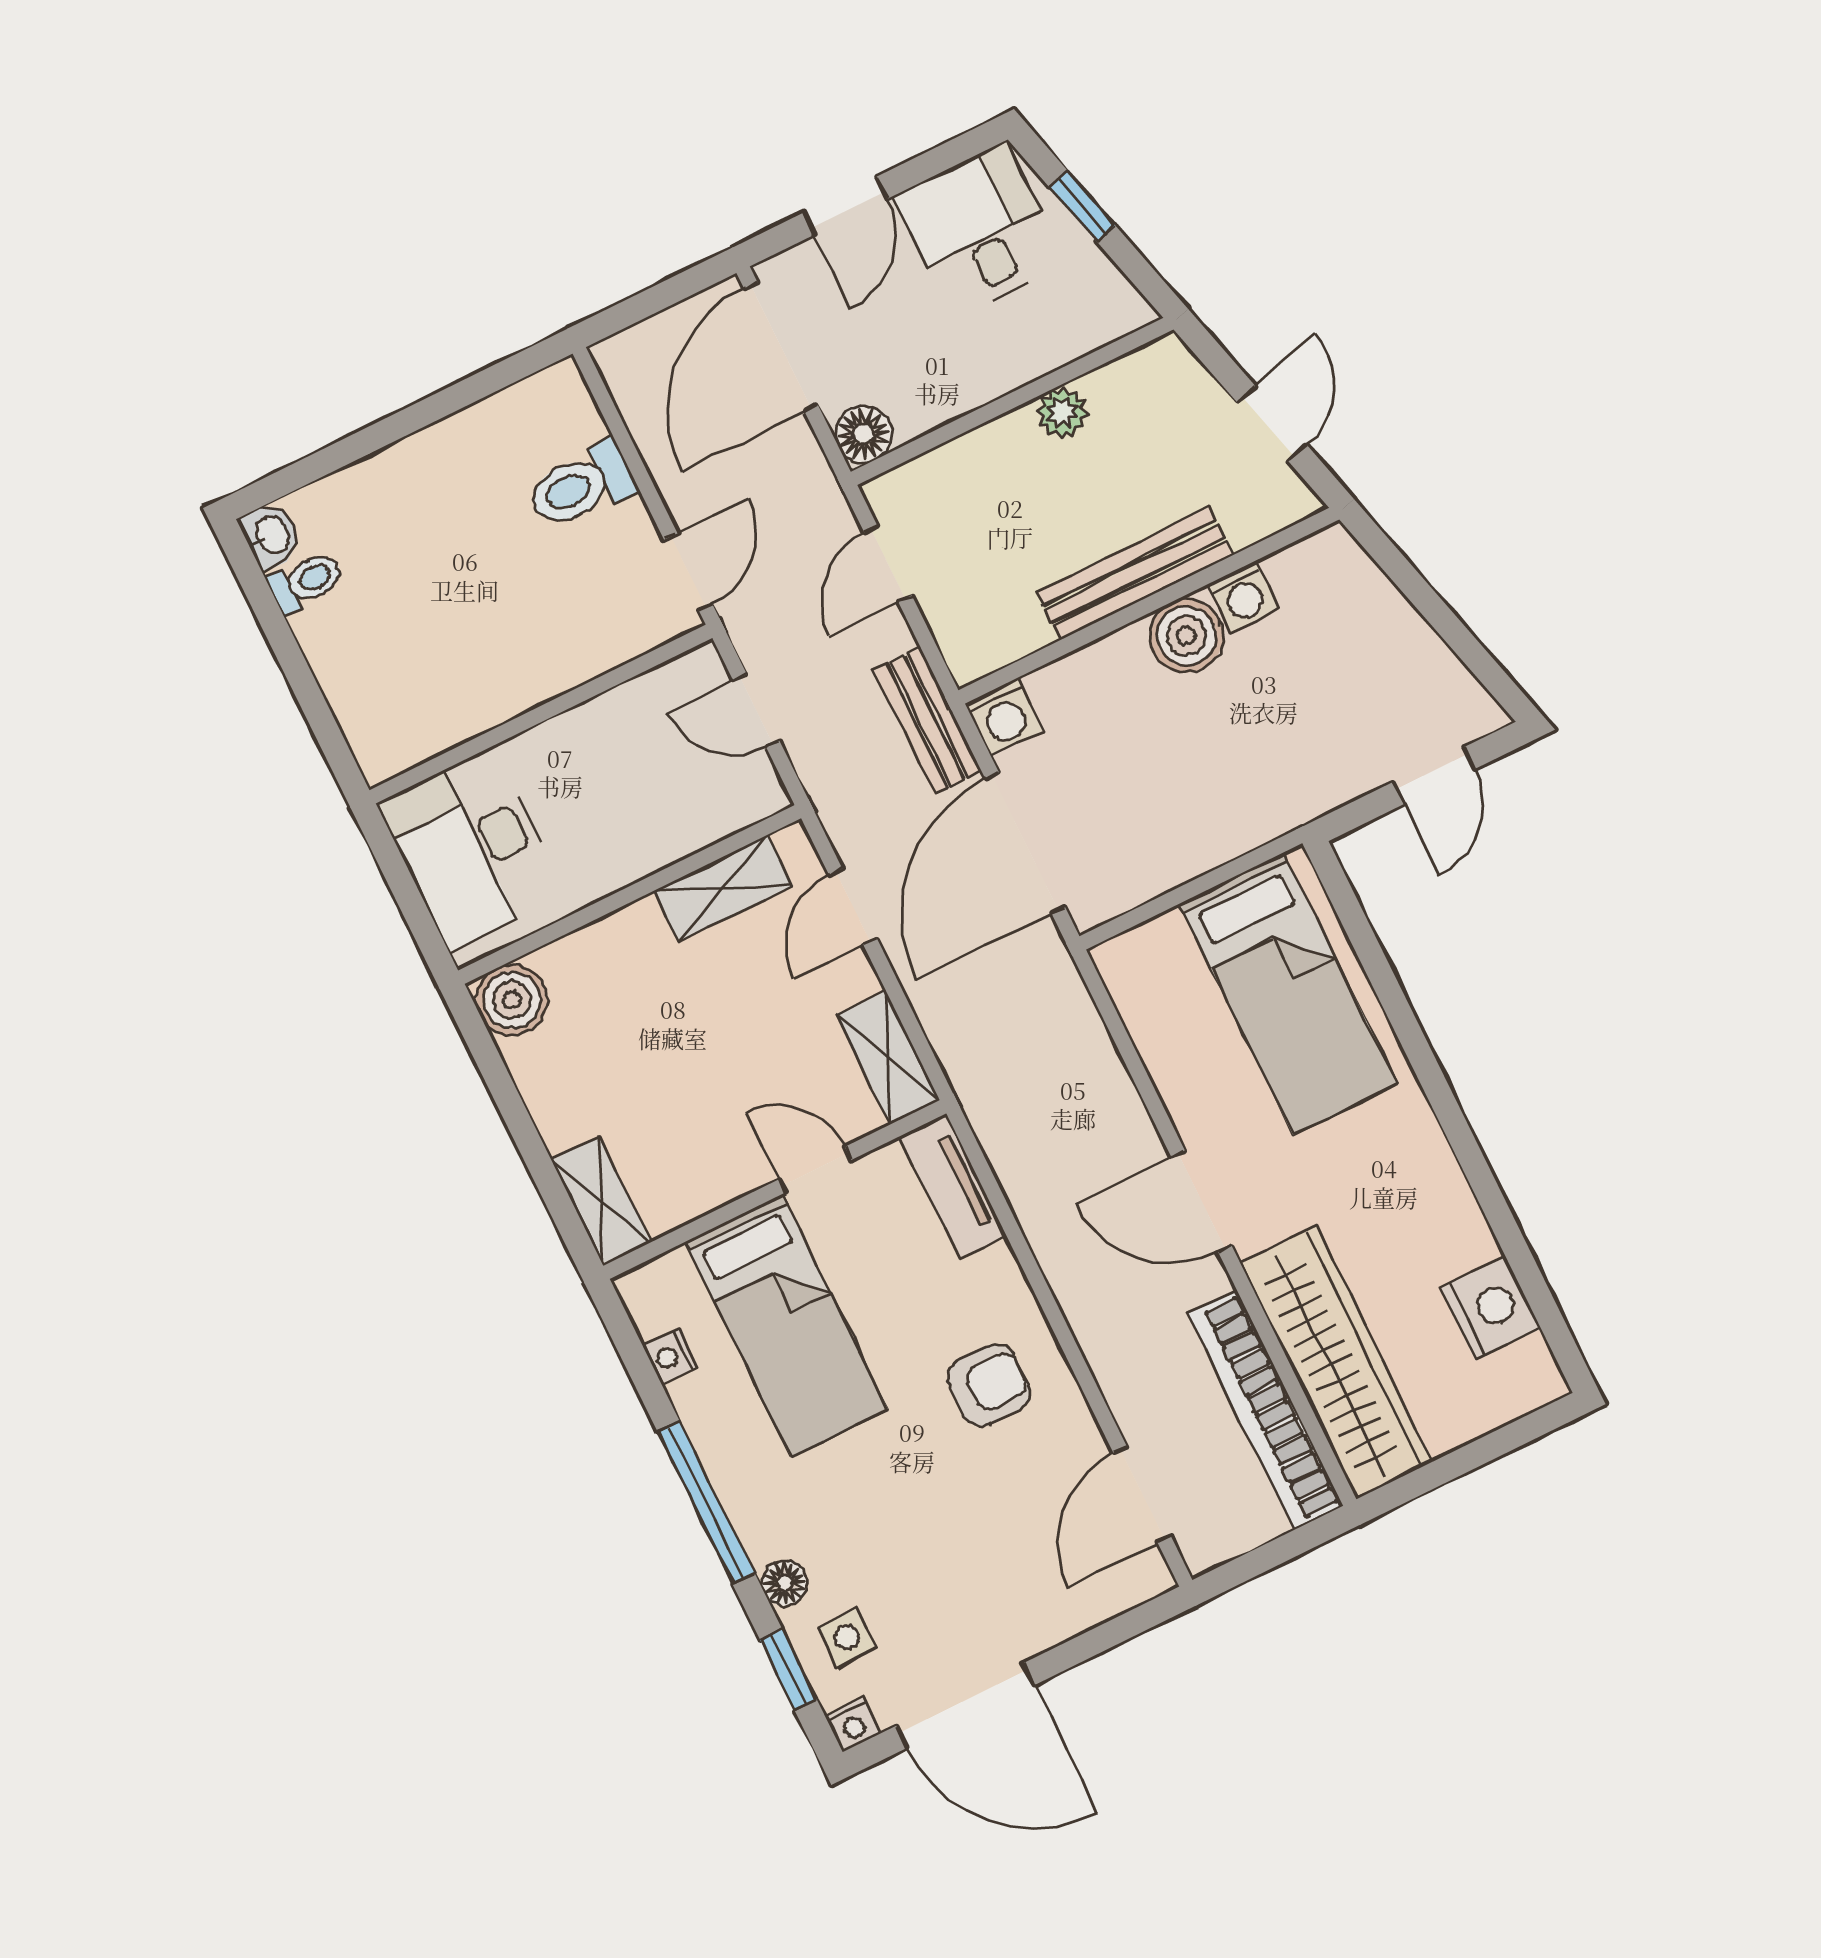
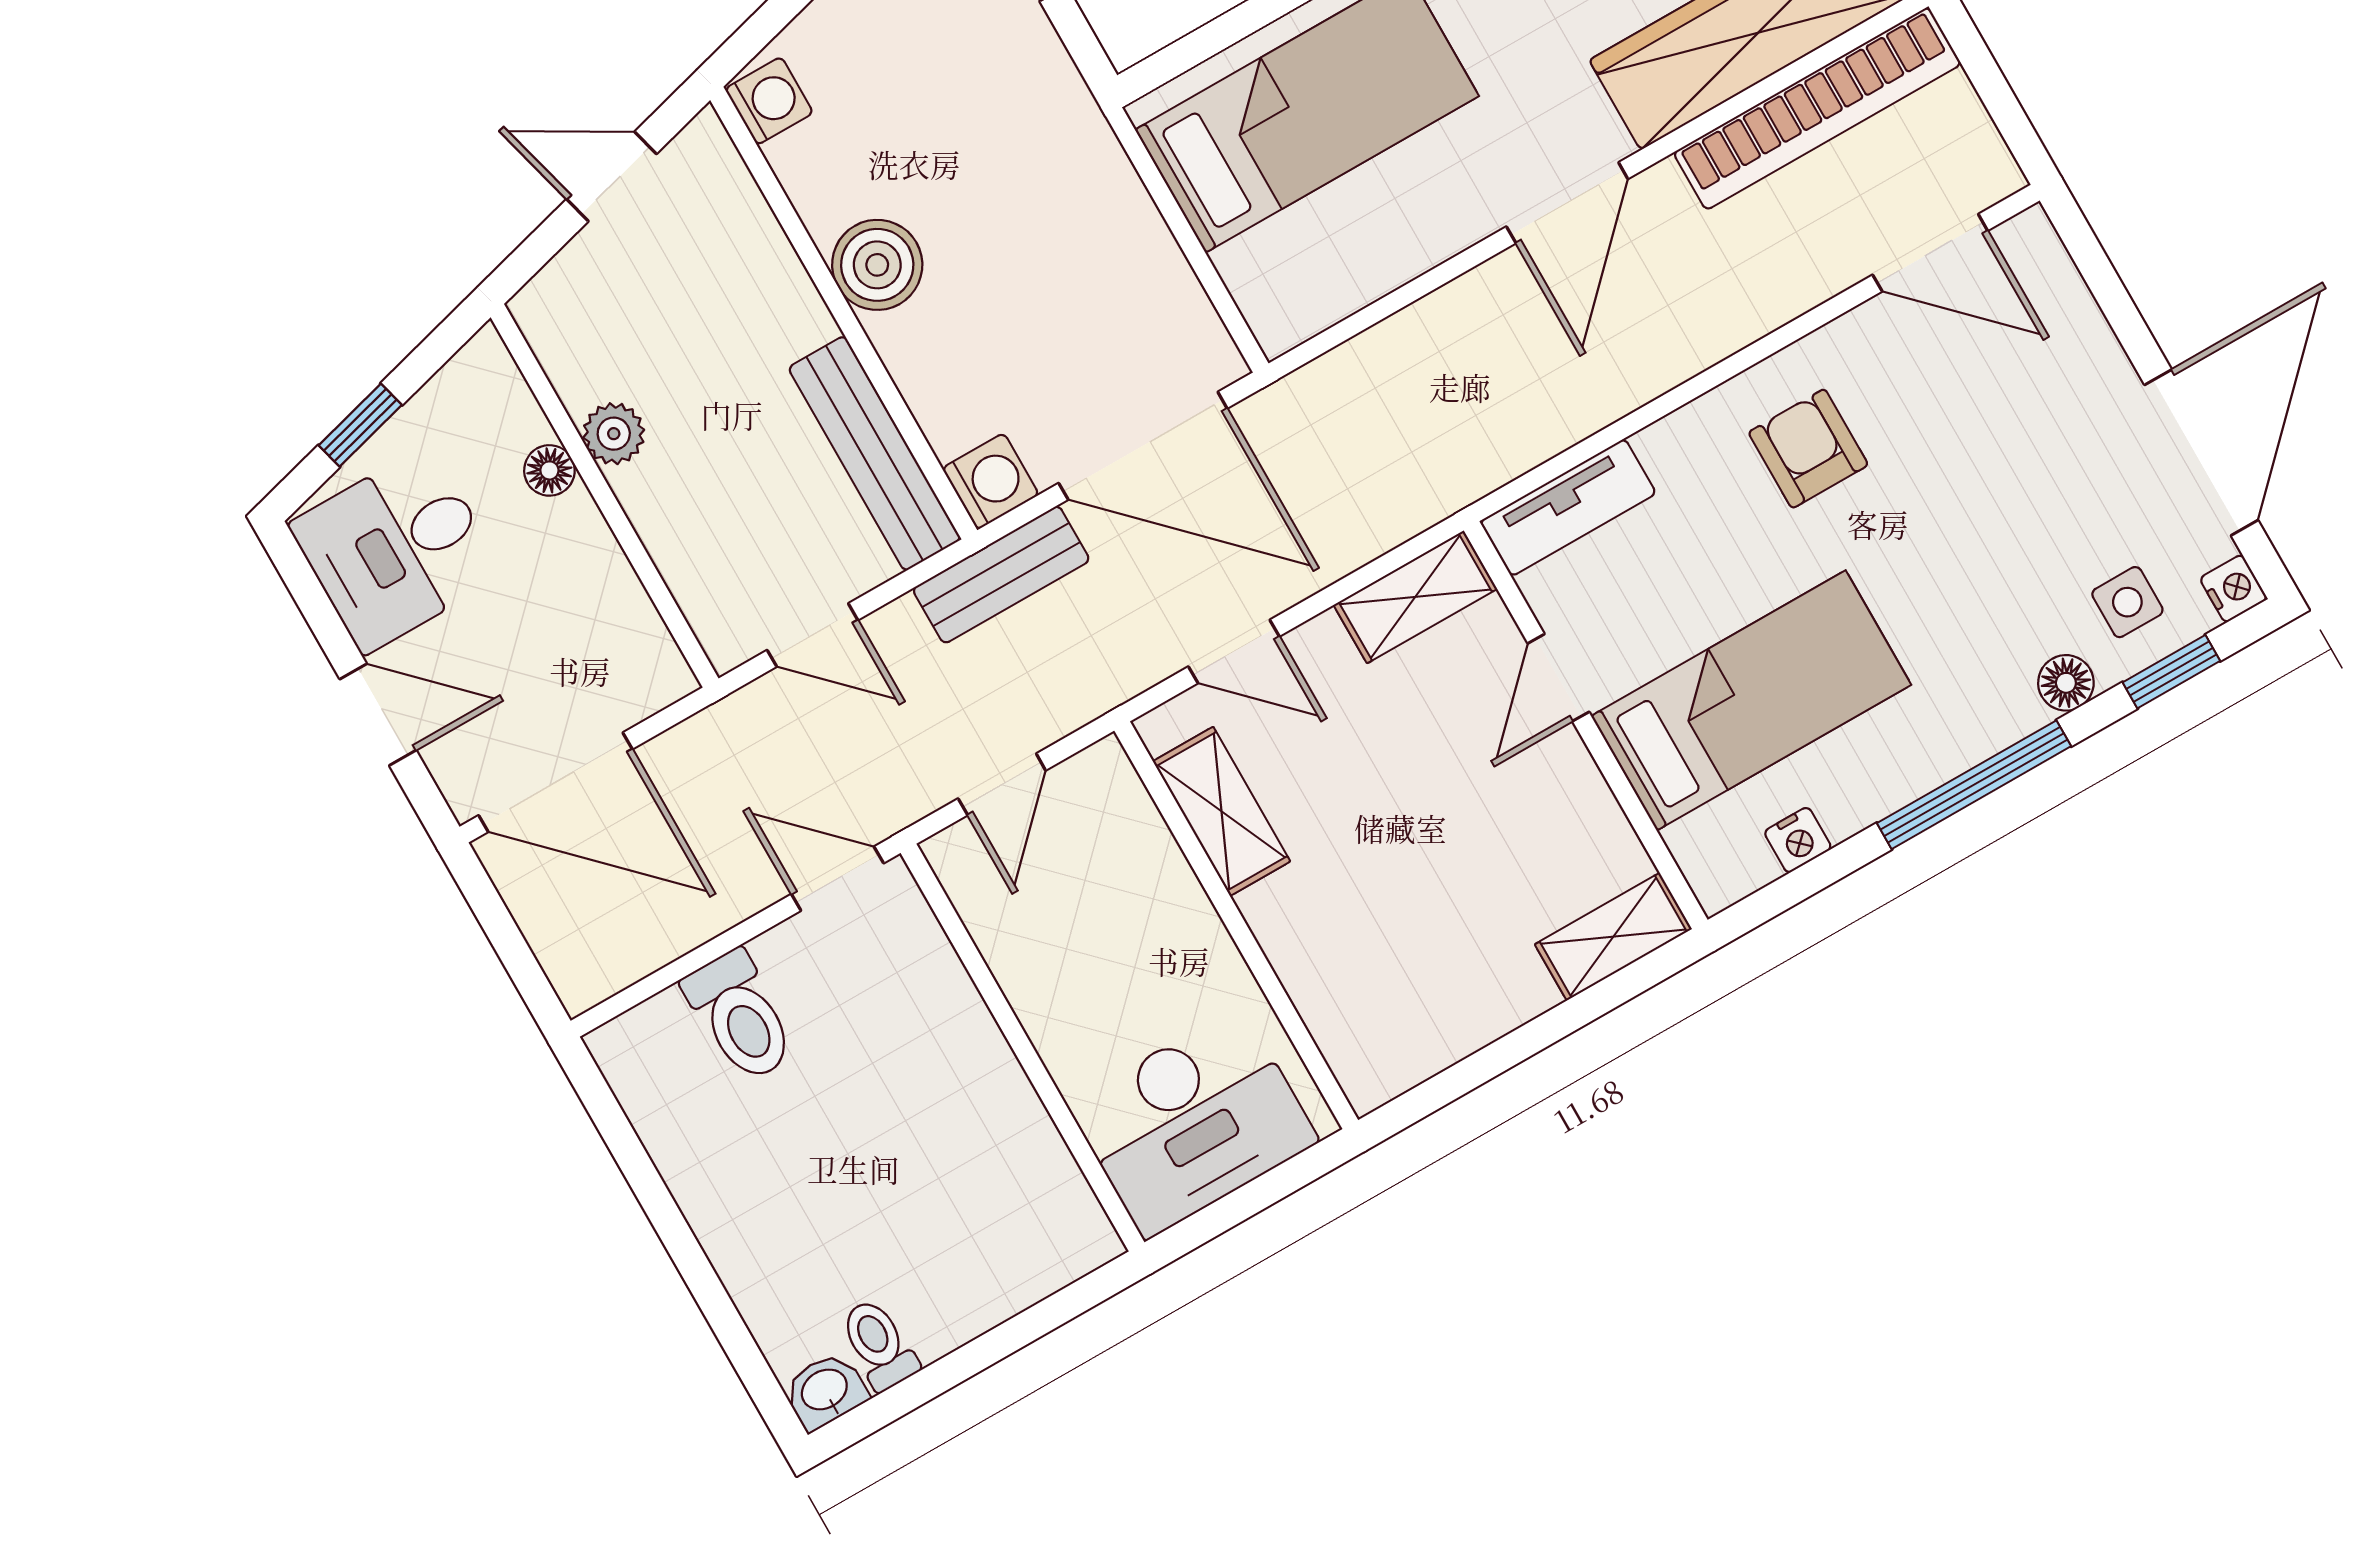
floor lamp: (864, 434) -> (549, 470), moved, width x0.73, depth x0.73
bench: (1135, 574) -> (875, 453), moved
washing machine: (1243, 596) -> (769, 101), moved
boiler: (512, 1000) -> (1374, 1061), removed

